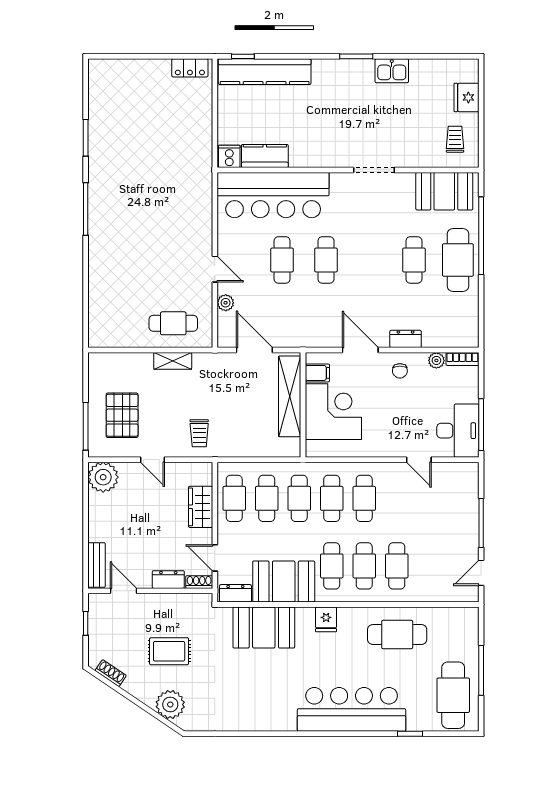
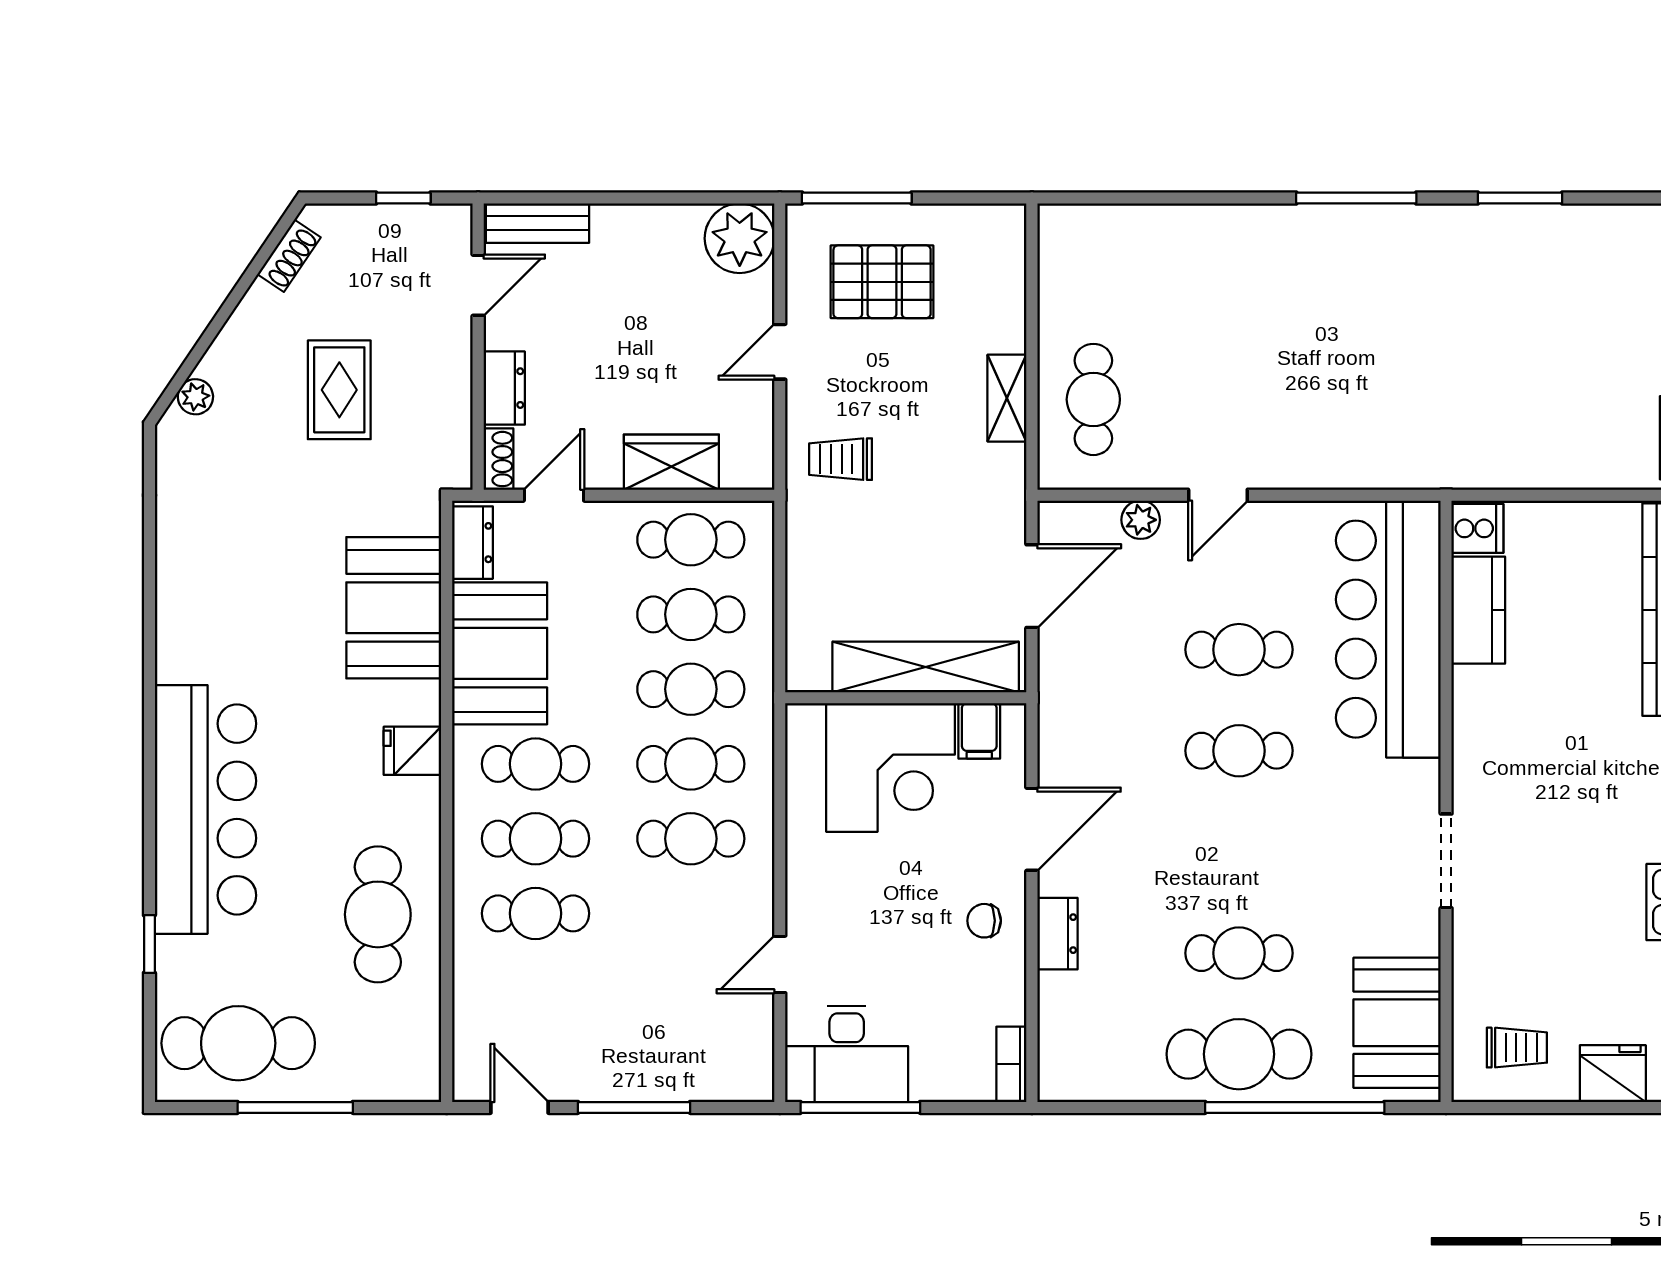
plant: (436, 360) -> (1008, 1005), removed
plant: (170, 704) -> (195, 397), width x0.53, depth x0.53

